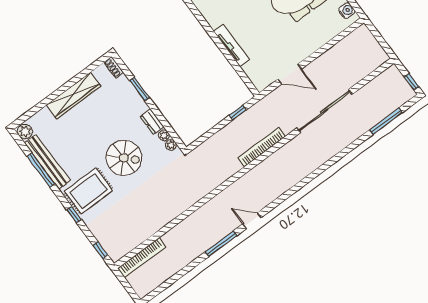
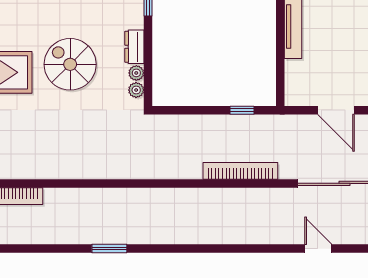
spiral stairs: (124, 158) -> (70, 64), turned 180
door: (252, 221) -> (318, 249), moved
window: (221, 244) -> (109, 249), width x0.69

